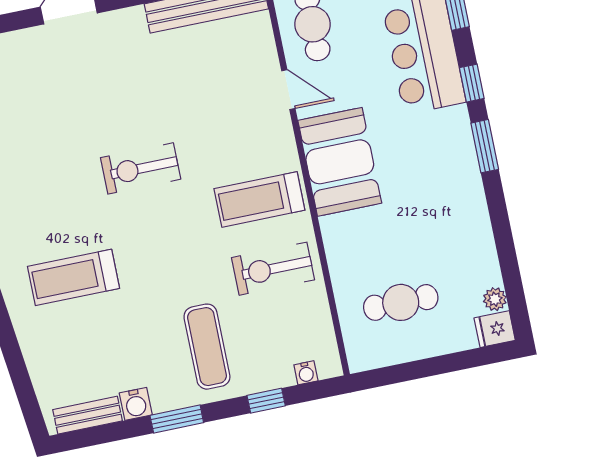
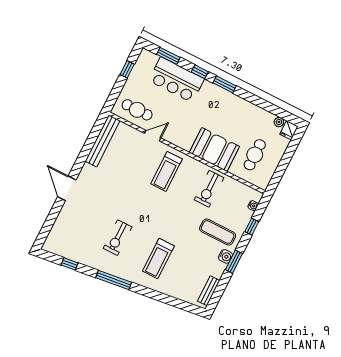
booth: (340, 162) -> (214, 150), moved
exercise bike: (141, 168) -> (118, 238), moved
treadmill: (259, 199) -> (167, 171), moved
water cooler: (136, 404) -> (225, 256), moved

